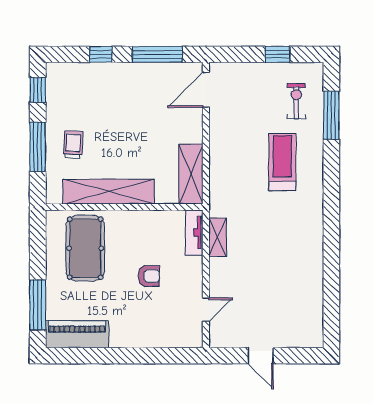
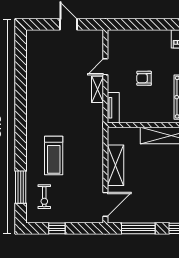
shelving: (191, 174) -> (116, 165), moved
shelving: (218, 237) -> (98, 89), moved
door: (206, 310) -> (105, 67), moved

